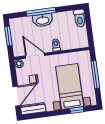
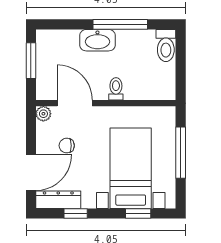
window: (41, 12) -> (120, 24), moved
window: (43, 115) -> (76, 213), added

